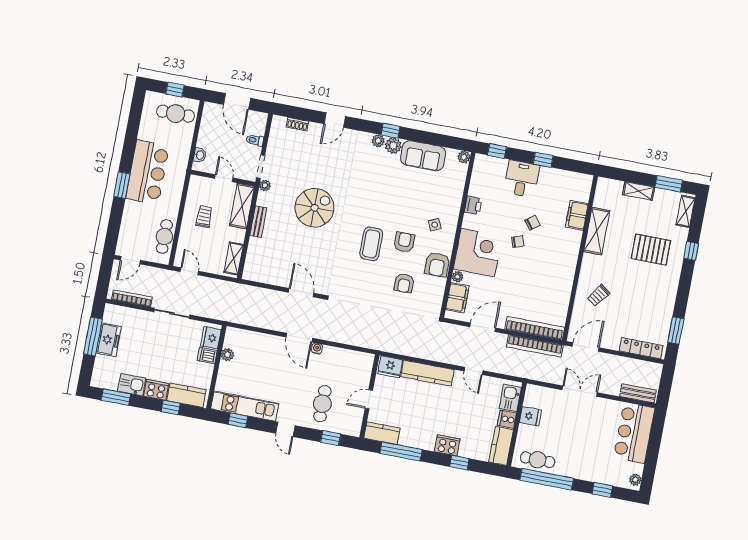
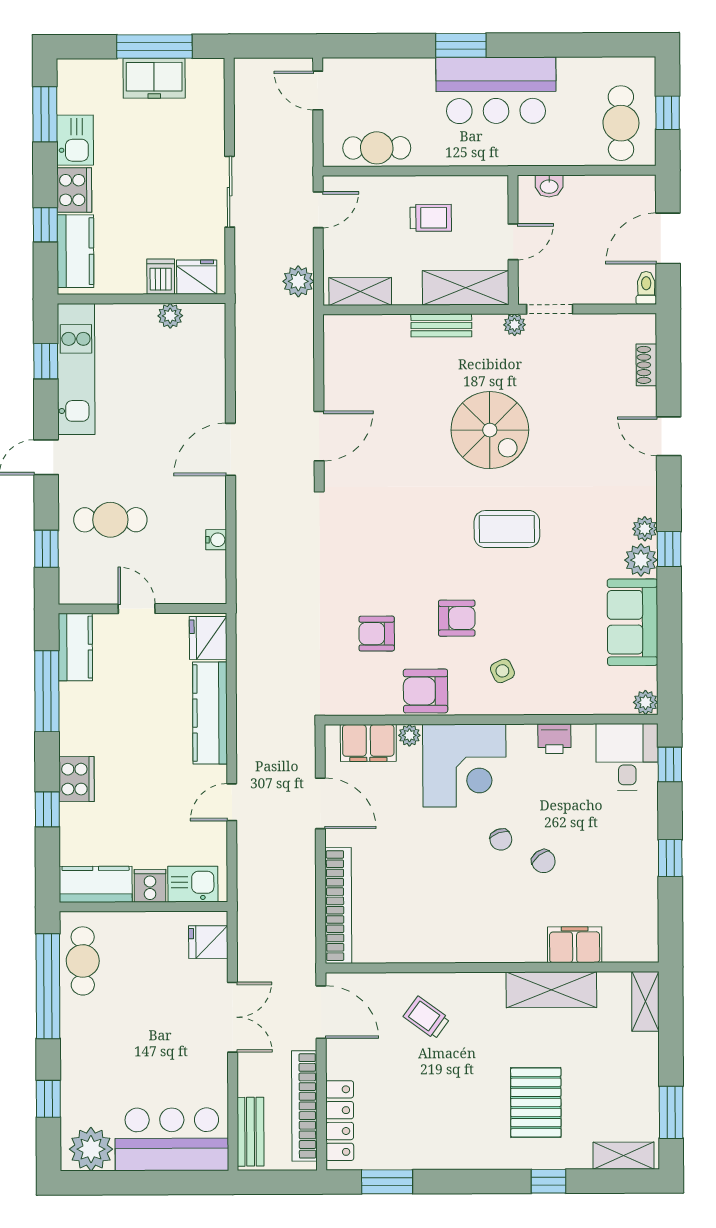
toilet: (255, 140) -> (646, 288), moved
desk: (522, 179) -> (627, 757), moved, turned -90
shelving: (639, 191) -> (645, 1001), moved
coffee table: (371, 244) -> (507, 529), moved
plant: (223, 288) -> (298, 281), added
bookcase: (132, 298) -> (244, 108), removed
bookcase: (535, 346) -> (304, 1106), moved
water cooler: (317, 349) -> (216, 540), moved
fridge: (530, 416) -> (208, 942), moved, turned 90
plant: (635, 480) -> (91, 1149), width x1.87, depth x1.87

